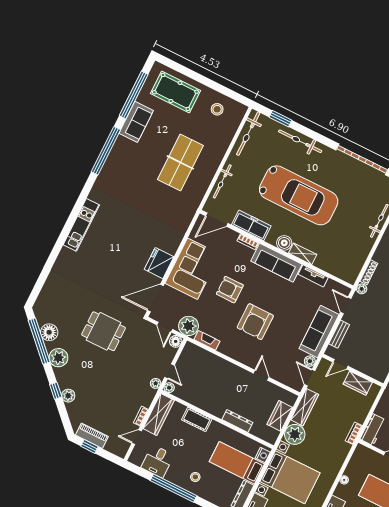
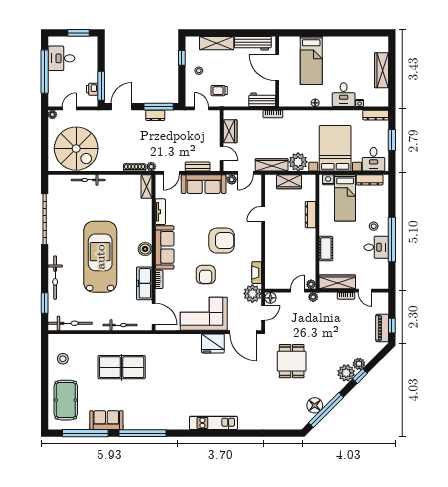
shelving: (303, 254) -> (147, 187), moved
plant: (58, 358) -> (346, 373), moved
desk: (157, 461) -> (376, 247), moved

